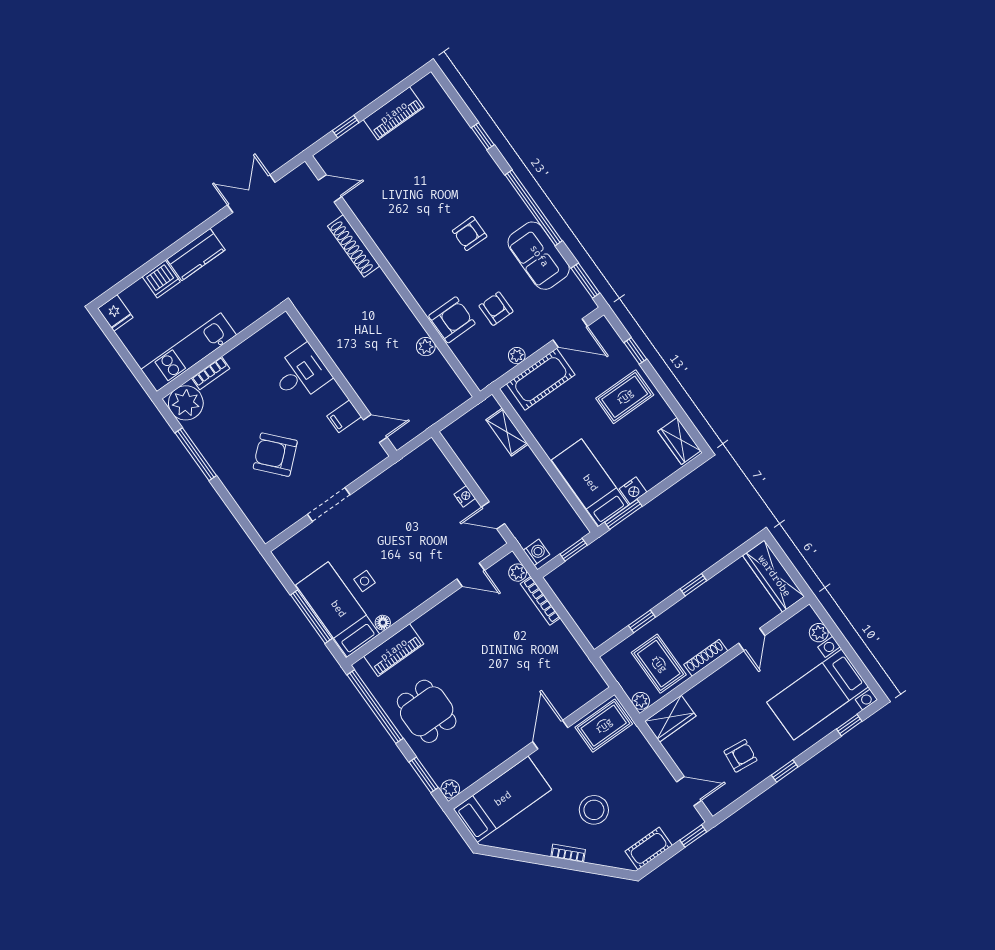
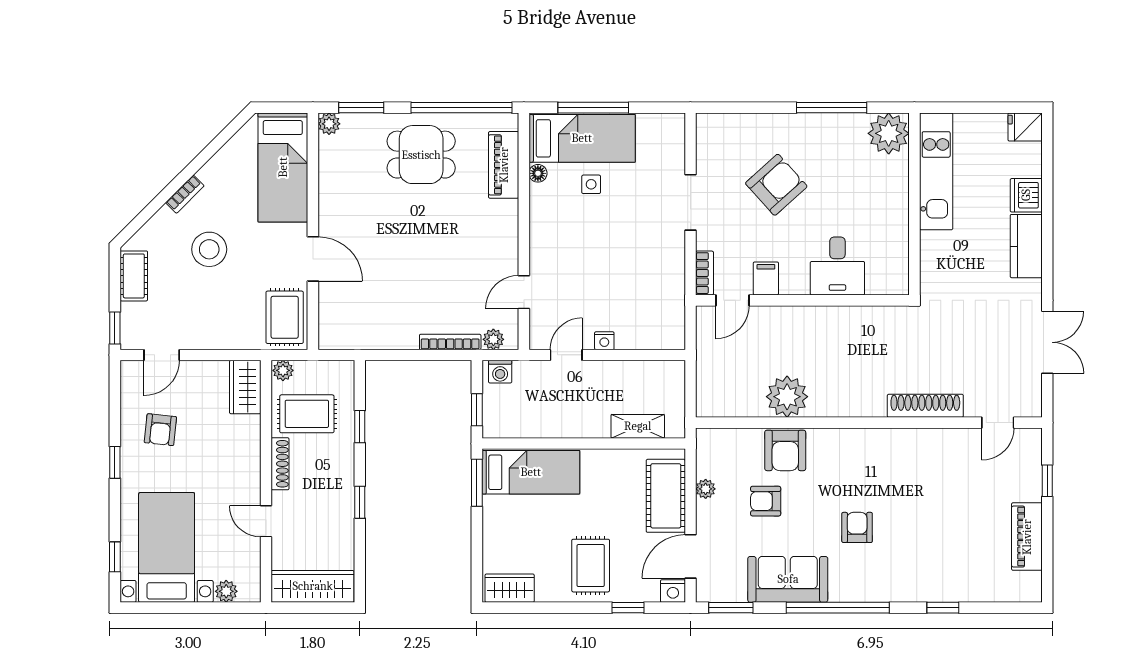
armchair: (496, 309) -> (766, 501), turned 180
plant: (426, 347) -> (787, 397), width x1.88, depth x1.88
bookcase: (211, 373) -> (705, 273), moved, turned 180
nightstand: (633, 490) -> (673, 591), moved, turned -90

